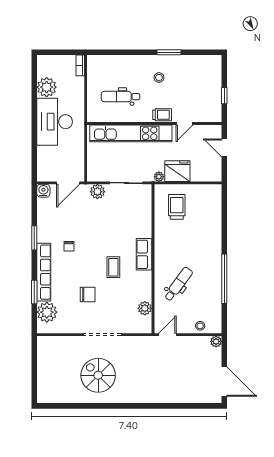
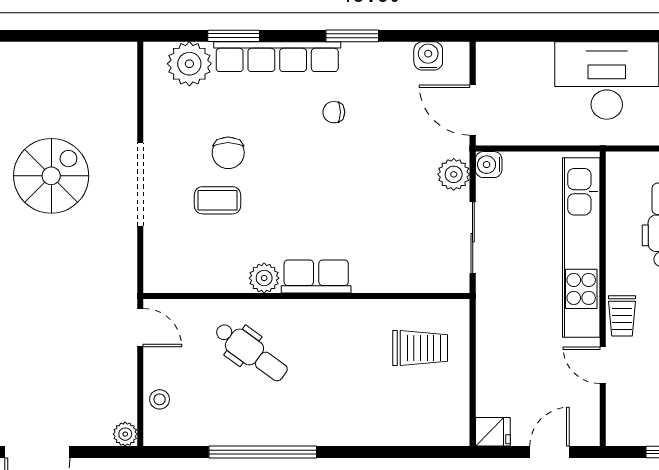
fridge: (177, 171) -> (493, 432), moved, width x0.53, depth x0.75
water cooler: (93, 176) -> (489, 165), added
plant: (159, 177) -> (486, 309), removed
water cooler: (43, 191) -> (428, 56), moved, turned -90
coffee table: (113, 267) -> (217, 200), moved
plant: (145, 308) -> (264, 278), moved

